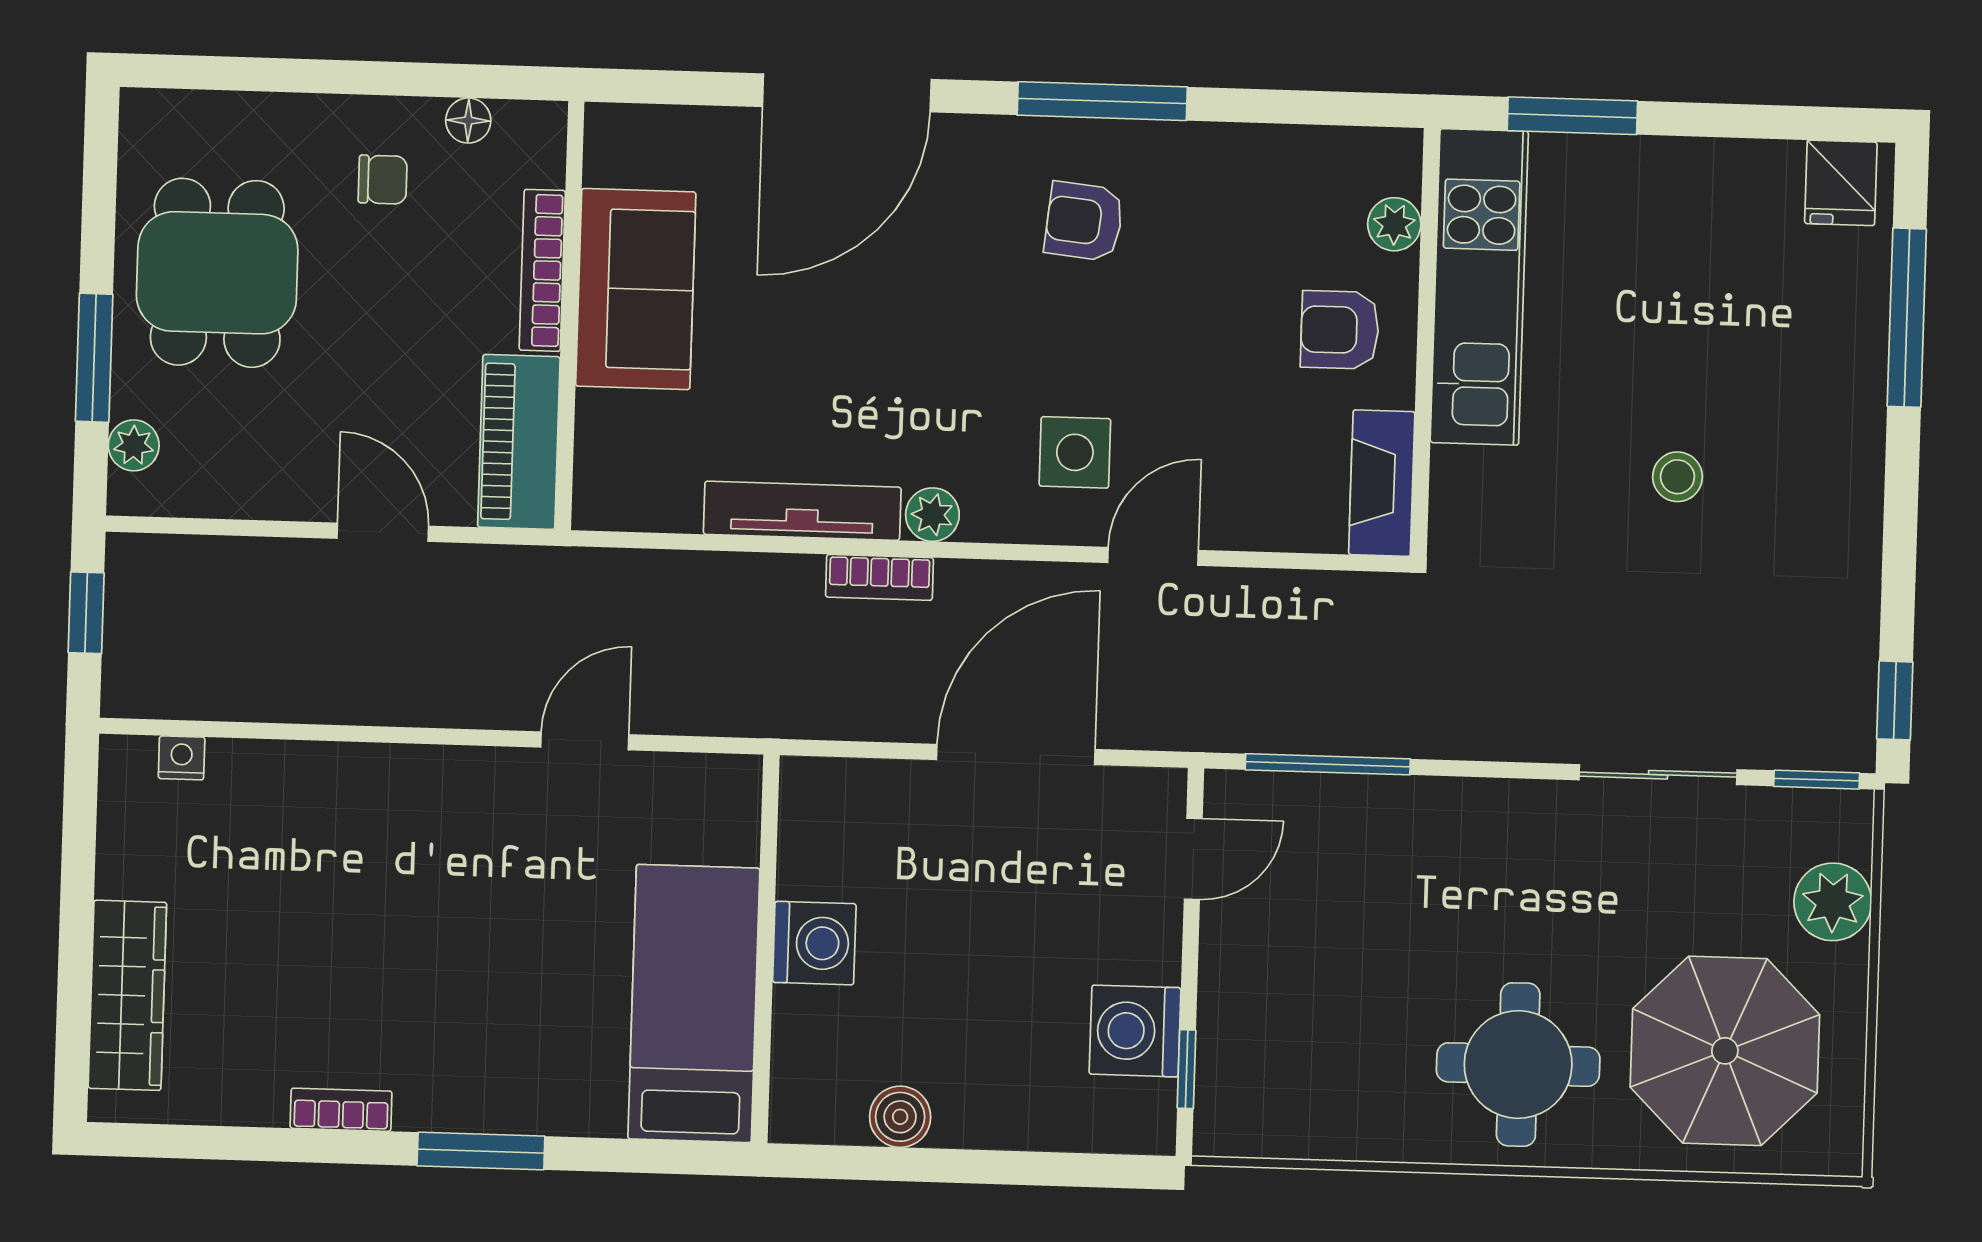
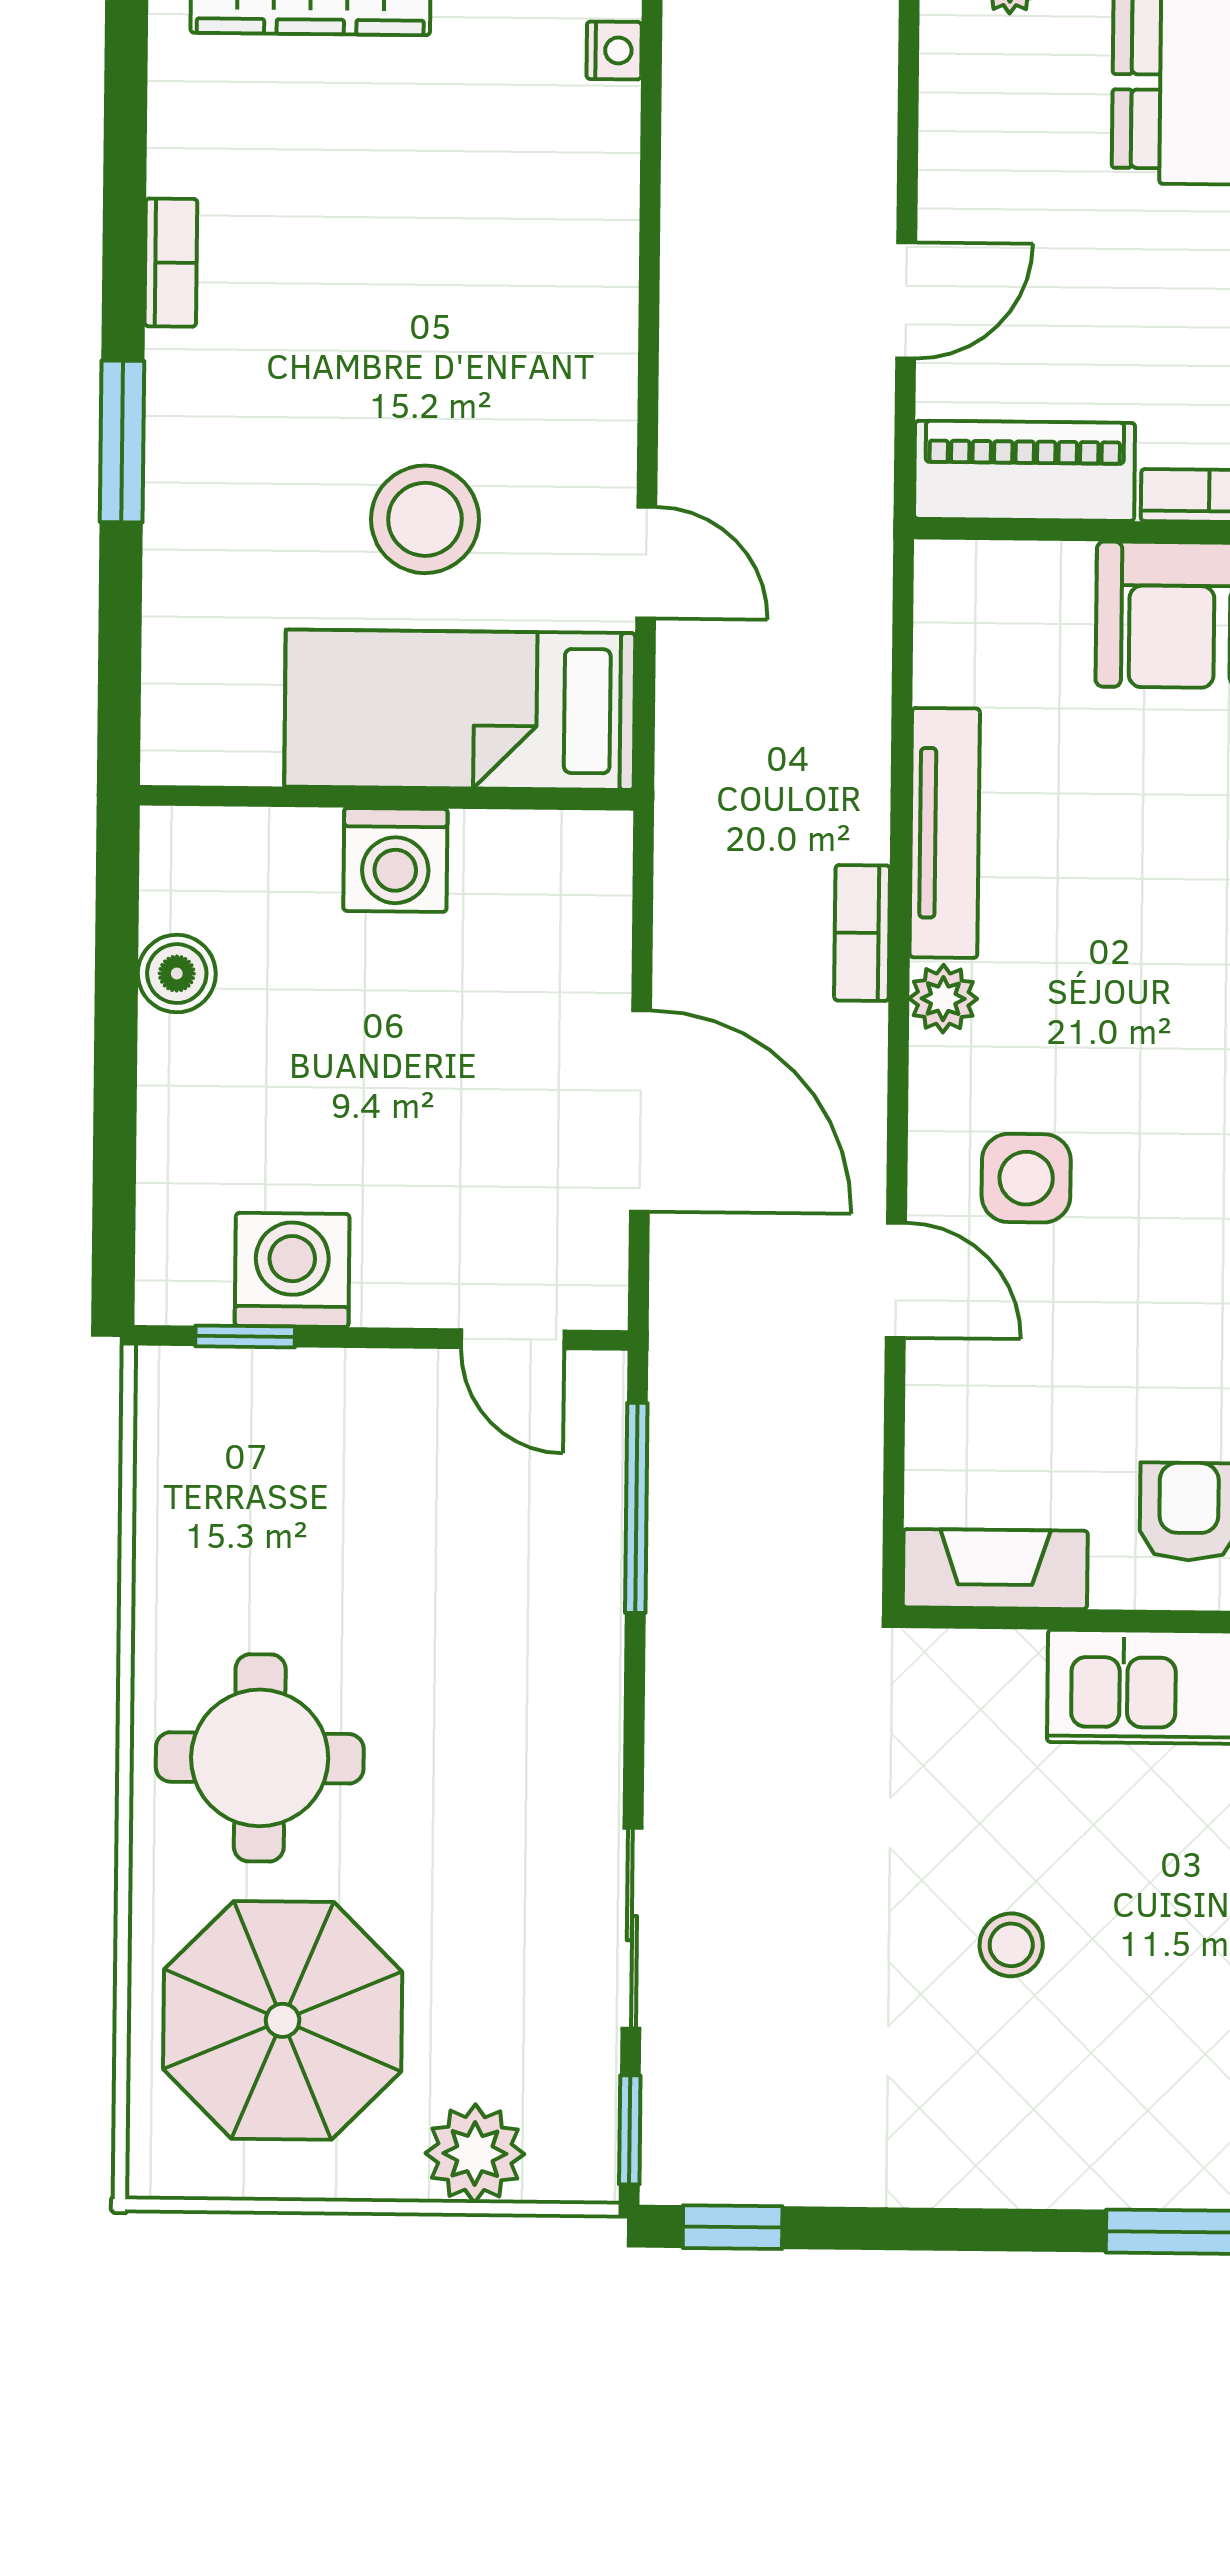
stool: (547, 914) -> (425, 519), added
bed: (694, 1004) -> (460, 710), moved, turned 180

